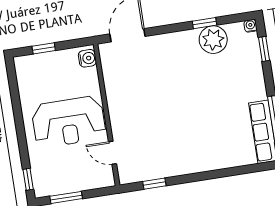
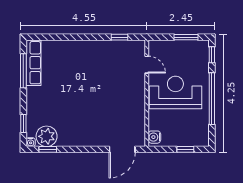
window: (205, 23) -> (48, 149), moved
plant: (213, 40) -> (47, 136), moved
window: (19, 121) -> (212, 99), added

